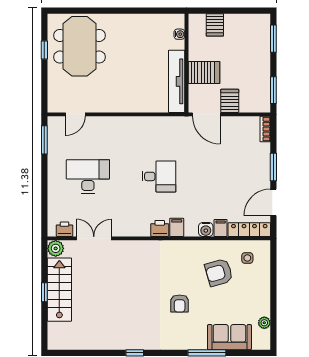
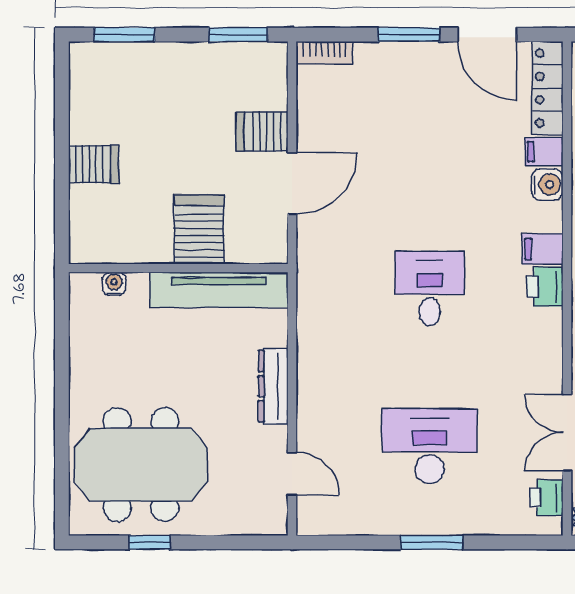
water cooler: (179, 34) -> (114, 284), moved
wall: (186, 63) -> (178, 268), moved
server rack: (204, 72) -> (199, 229), moved
tv unit: (177, 81) -> (219, 290), moved
dresser: (115, 106) -> (273, 386), added
window: (44, 140) -> (432, 542), moved
desk: (88, 176) -> (430, 446), turned 90

